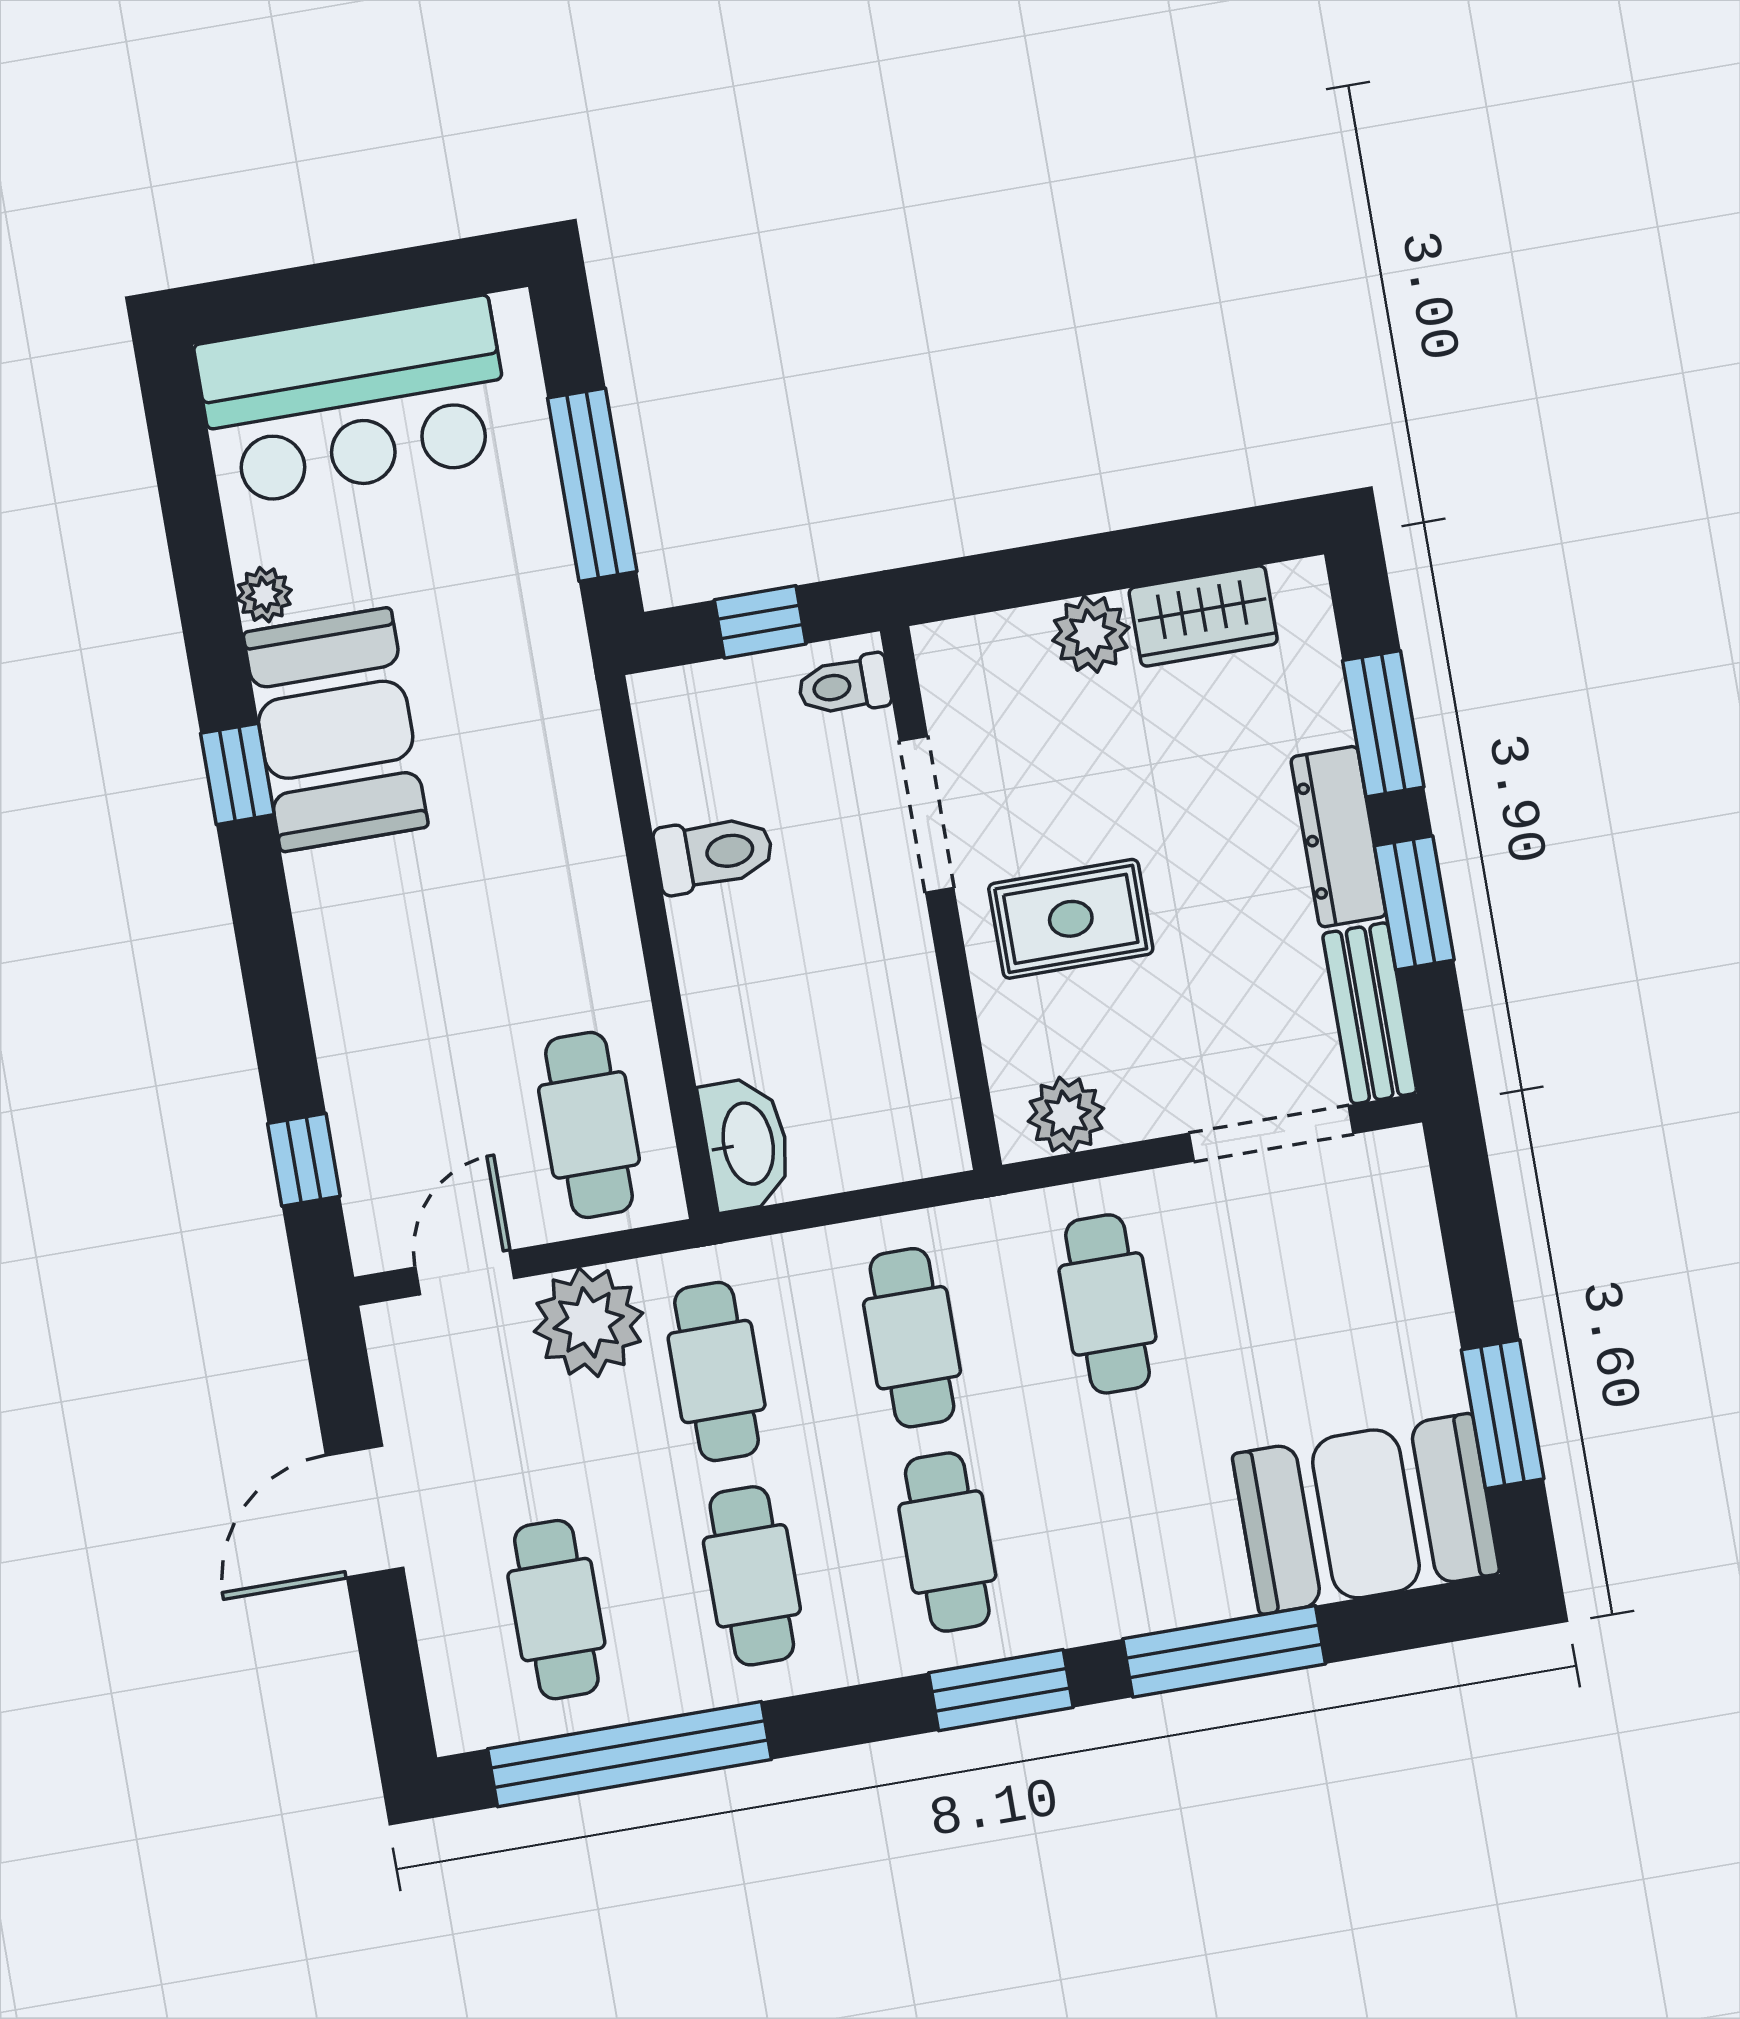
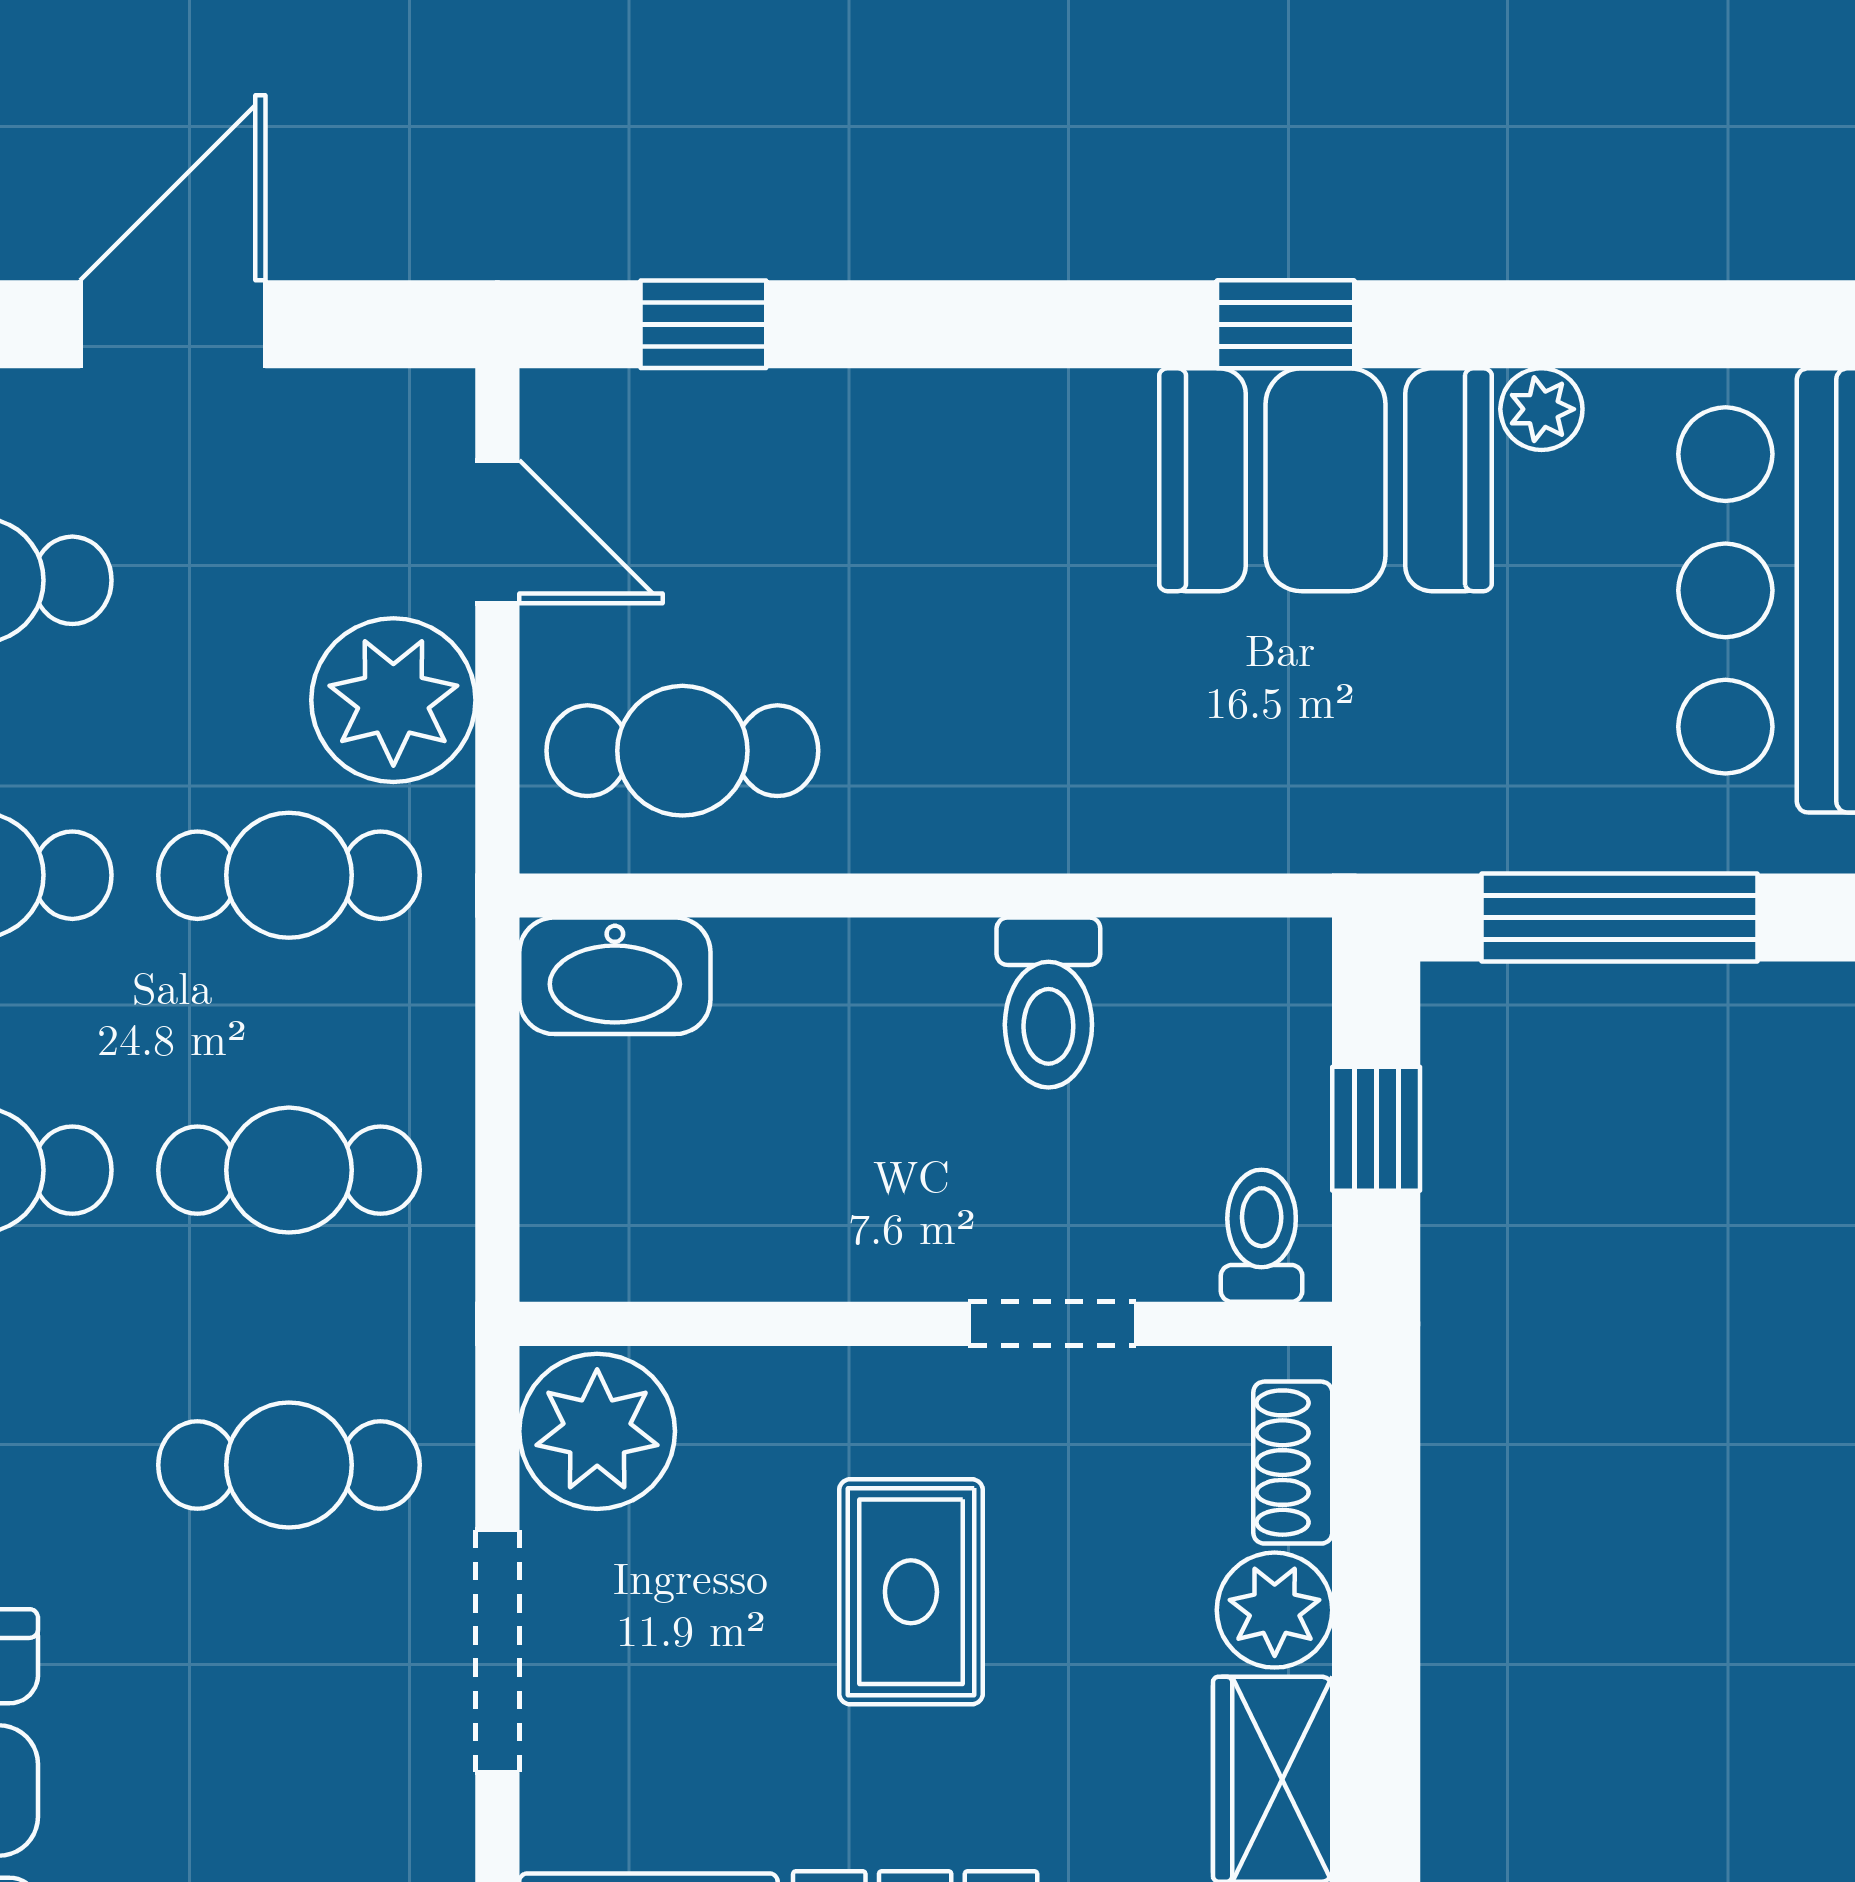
shoe rack: (991, 639) -> (1293, 1463), added
doorway: (927, 814) -> (1052, 1324), width x0.73
rug: (1071, 919) -> (911, 1592), moved
plant: (1066, 1115) -> (597, 1431), width x1.36, depth x1.36
doorway: (1271, 1133) -> (497, 1651), moved
door: (365, 1512) -> (173, 324), hinge flipped

